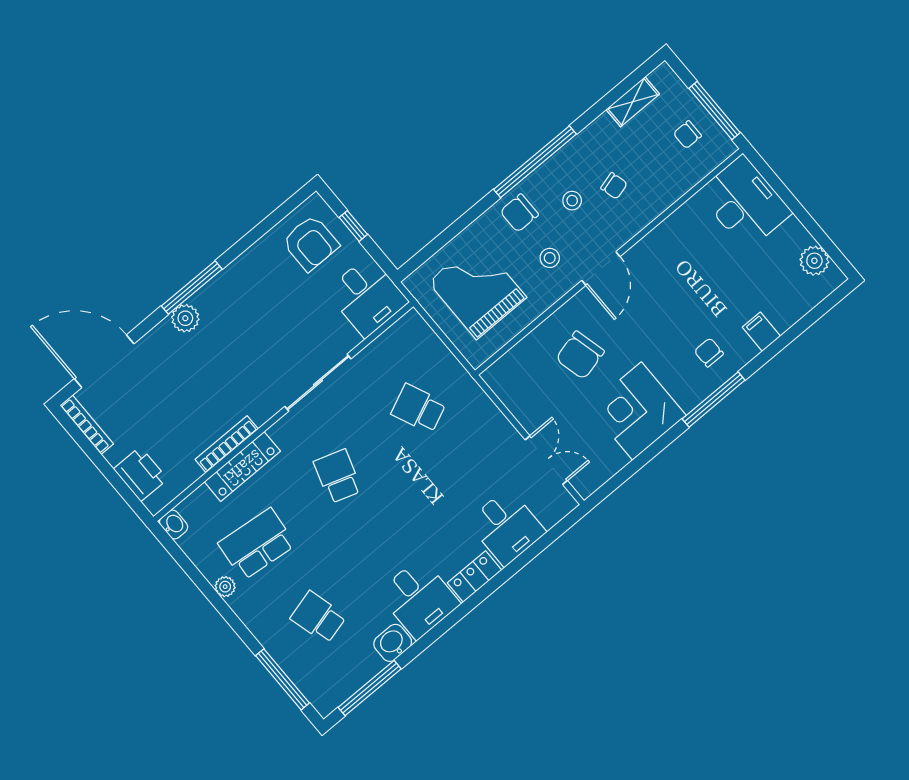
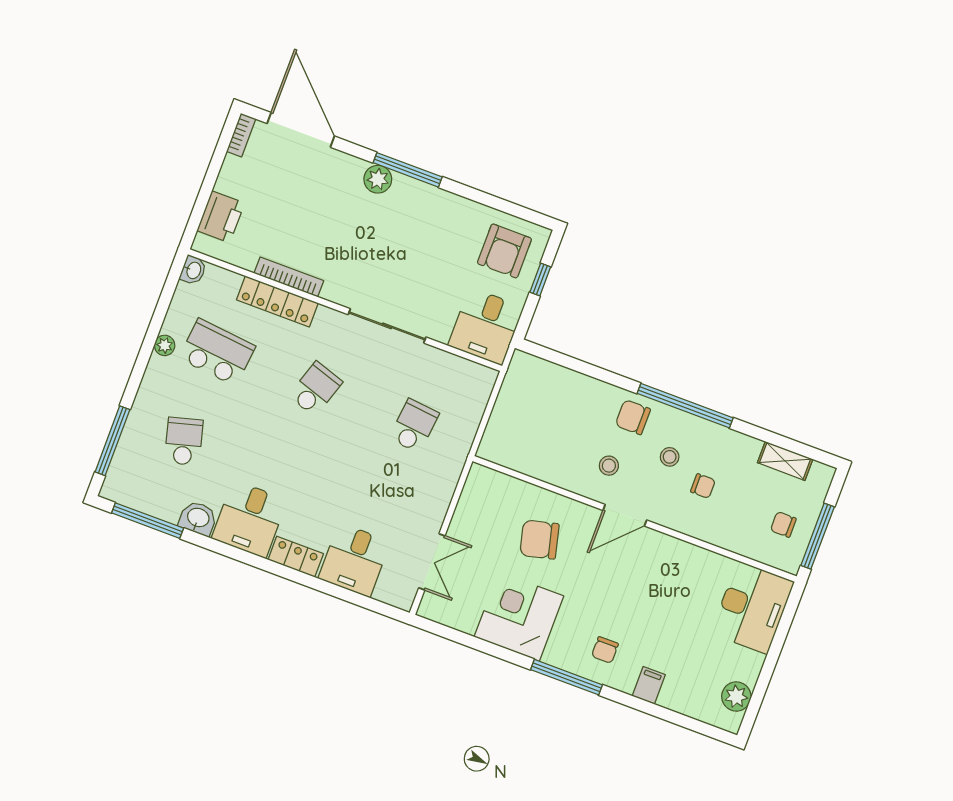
chair: (614, 186) -> (703, 486), turned -75
grand piano: (477, 290) -> (546, 418), removed
chair: (709, 352) -> (605, 650), turned 180
school desk: (419, 408) -> (414, 426), turned 30
bookcase: (87, 425) -> (241, 135), width x0.64

